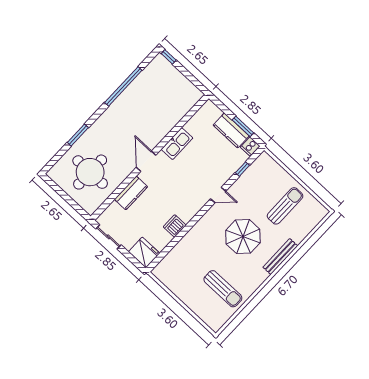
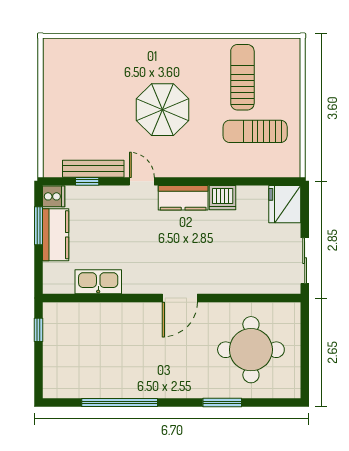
window: (169, 57) -> (38, 330), moved
kitchen sink: (177, 144) -> (98, 282), moved
kitchen counter: (131, 193) -> (183, 198), moved, turned 180
sun lounger: (285, 206) -> (255, 131), moved
bench: (280, 256) -> (93, 169), moved

